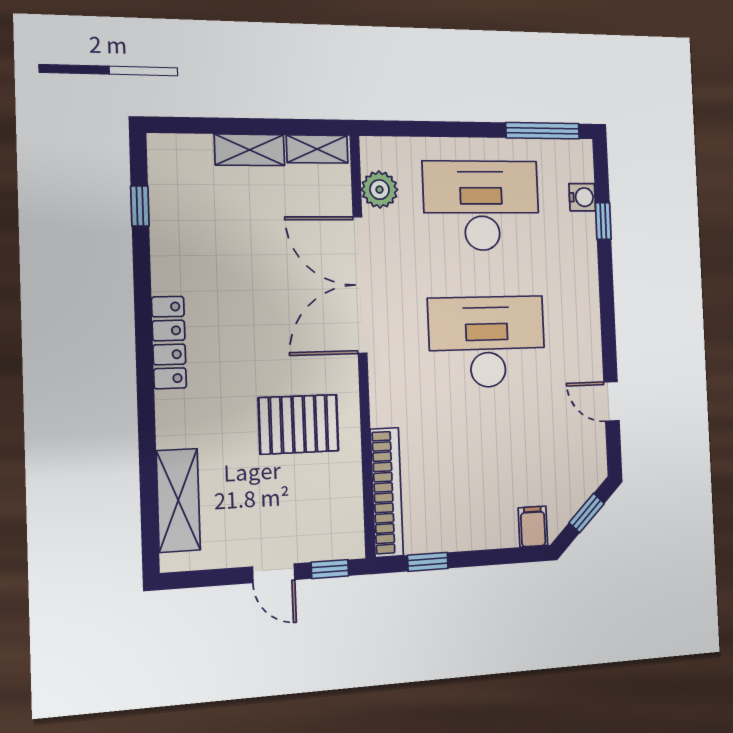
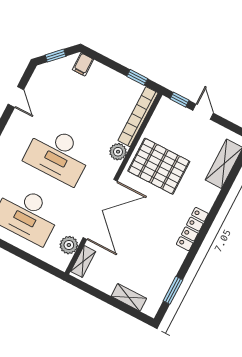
shelving: (317, 149) -> (83, 261), moved, turned 90
shelving: (250, 150) -> (129, 297), moved
window: (140, 206) -> (173, 290), width x1.50
plant: (387, 408) -> (118, 152), added
pallet: (299, 424) -> (159, 166), width x1.37, depth x1.41

